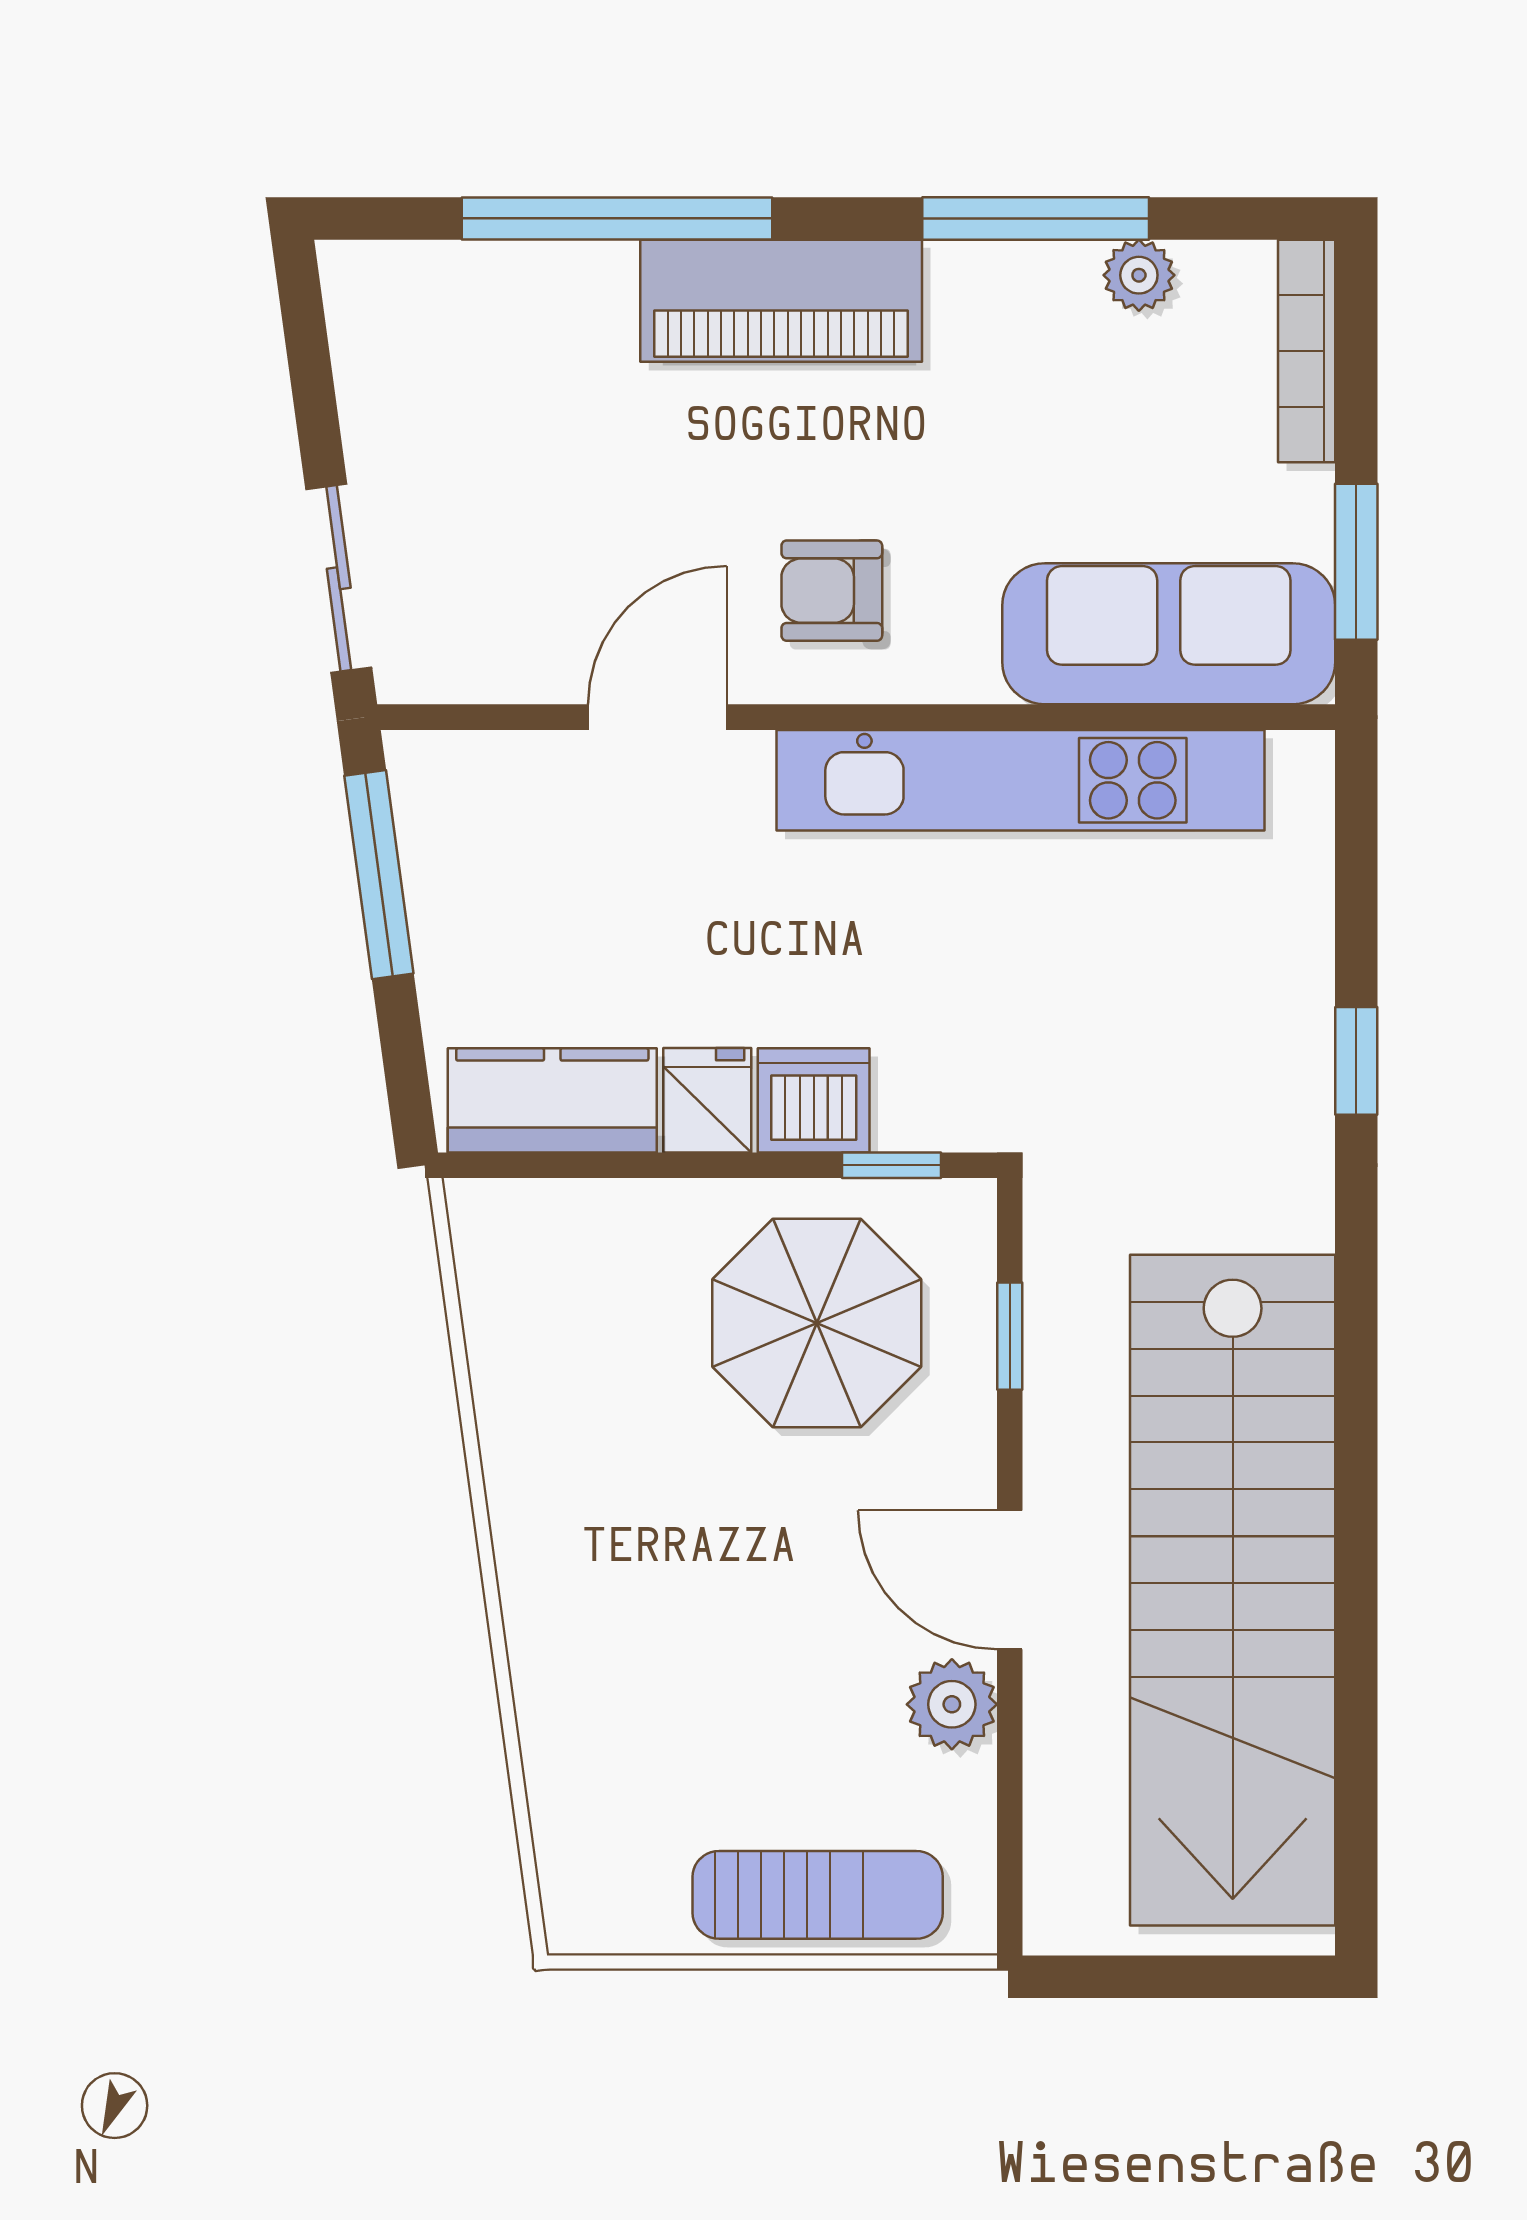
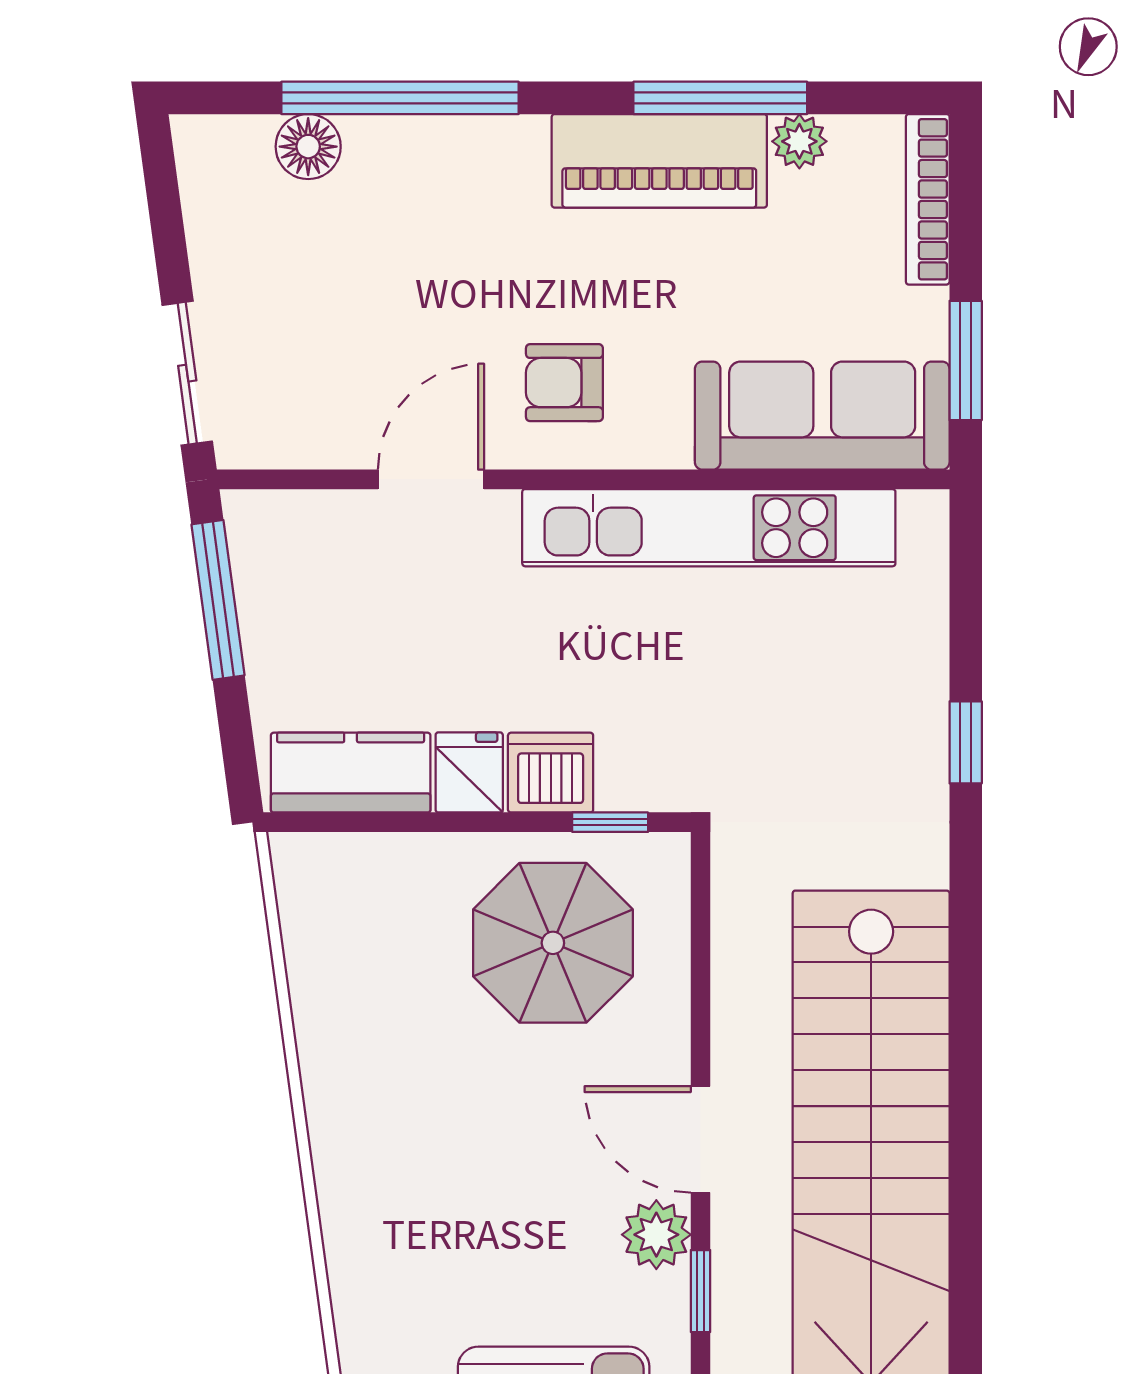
floor lamp: (497, 282) -> (308, 147), added
piano: (781, 301) -> (659, 161), moved
window: (1010, 1336) -> (701, 1291), moved

